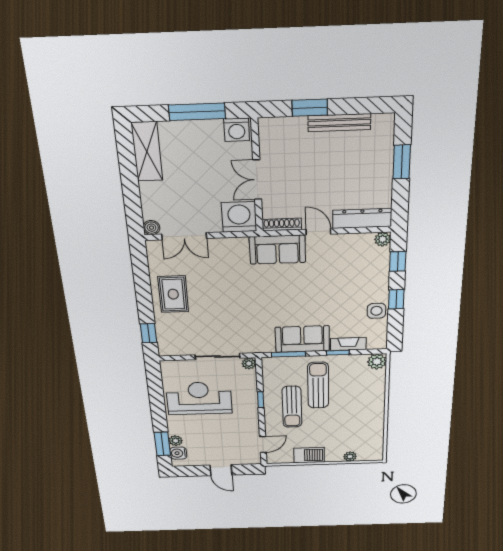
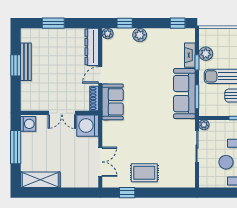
window: (310, 108) -> (16, 65), moved
boiler: (151, 228) -> (93, 182), removed
plant: (379, 281) -> (140, 35), added
window: (396, 299) -> (178, 23), moved
side table: (376, 311) -> (163, 36), removed
window: (149, 333) -> (127, 193), moved
sofa: (302, 339) -> (184, 94), width x1.36
plant: (377, 362) -> (206, 54), moved

